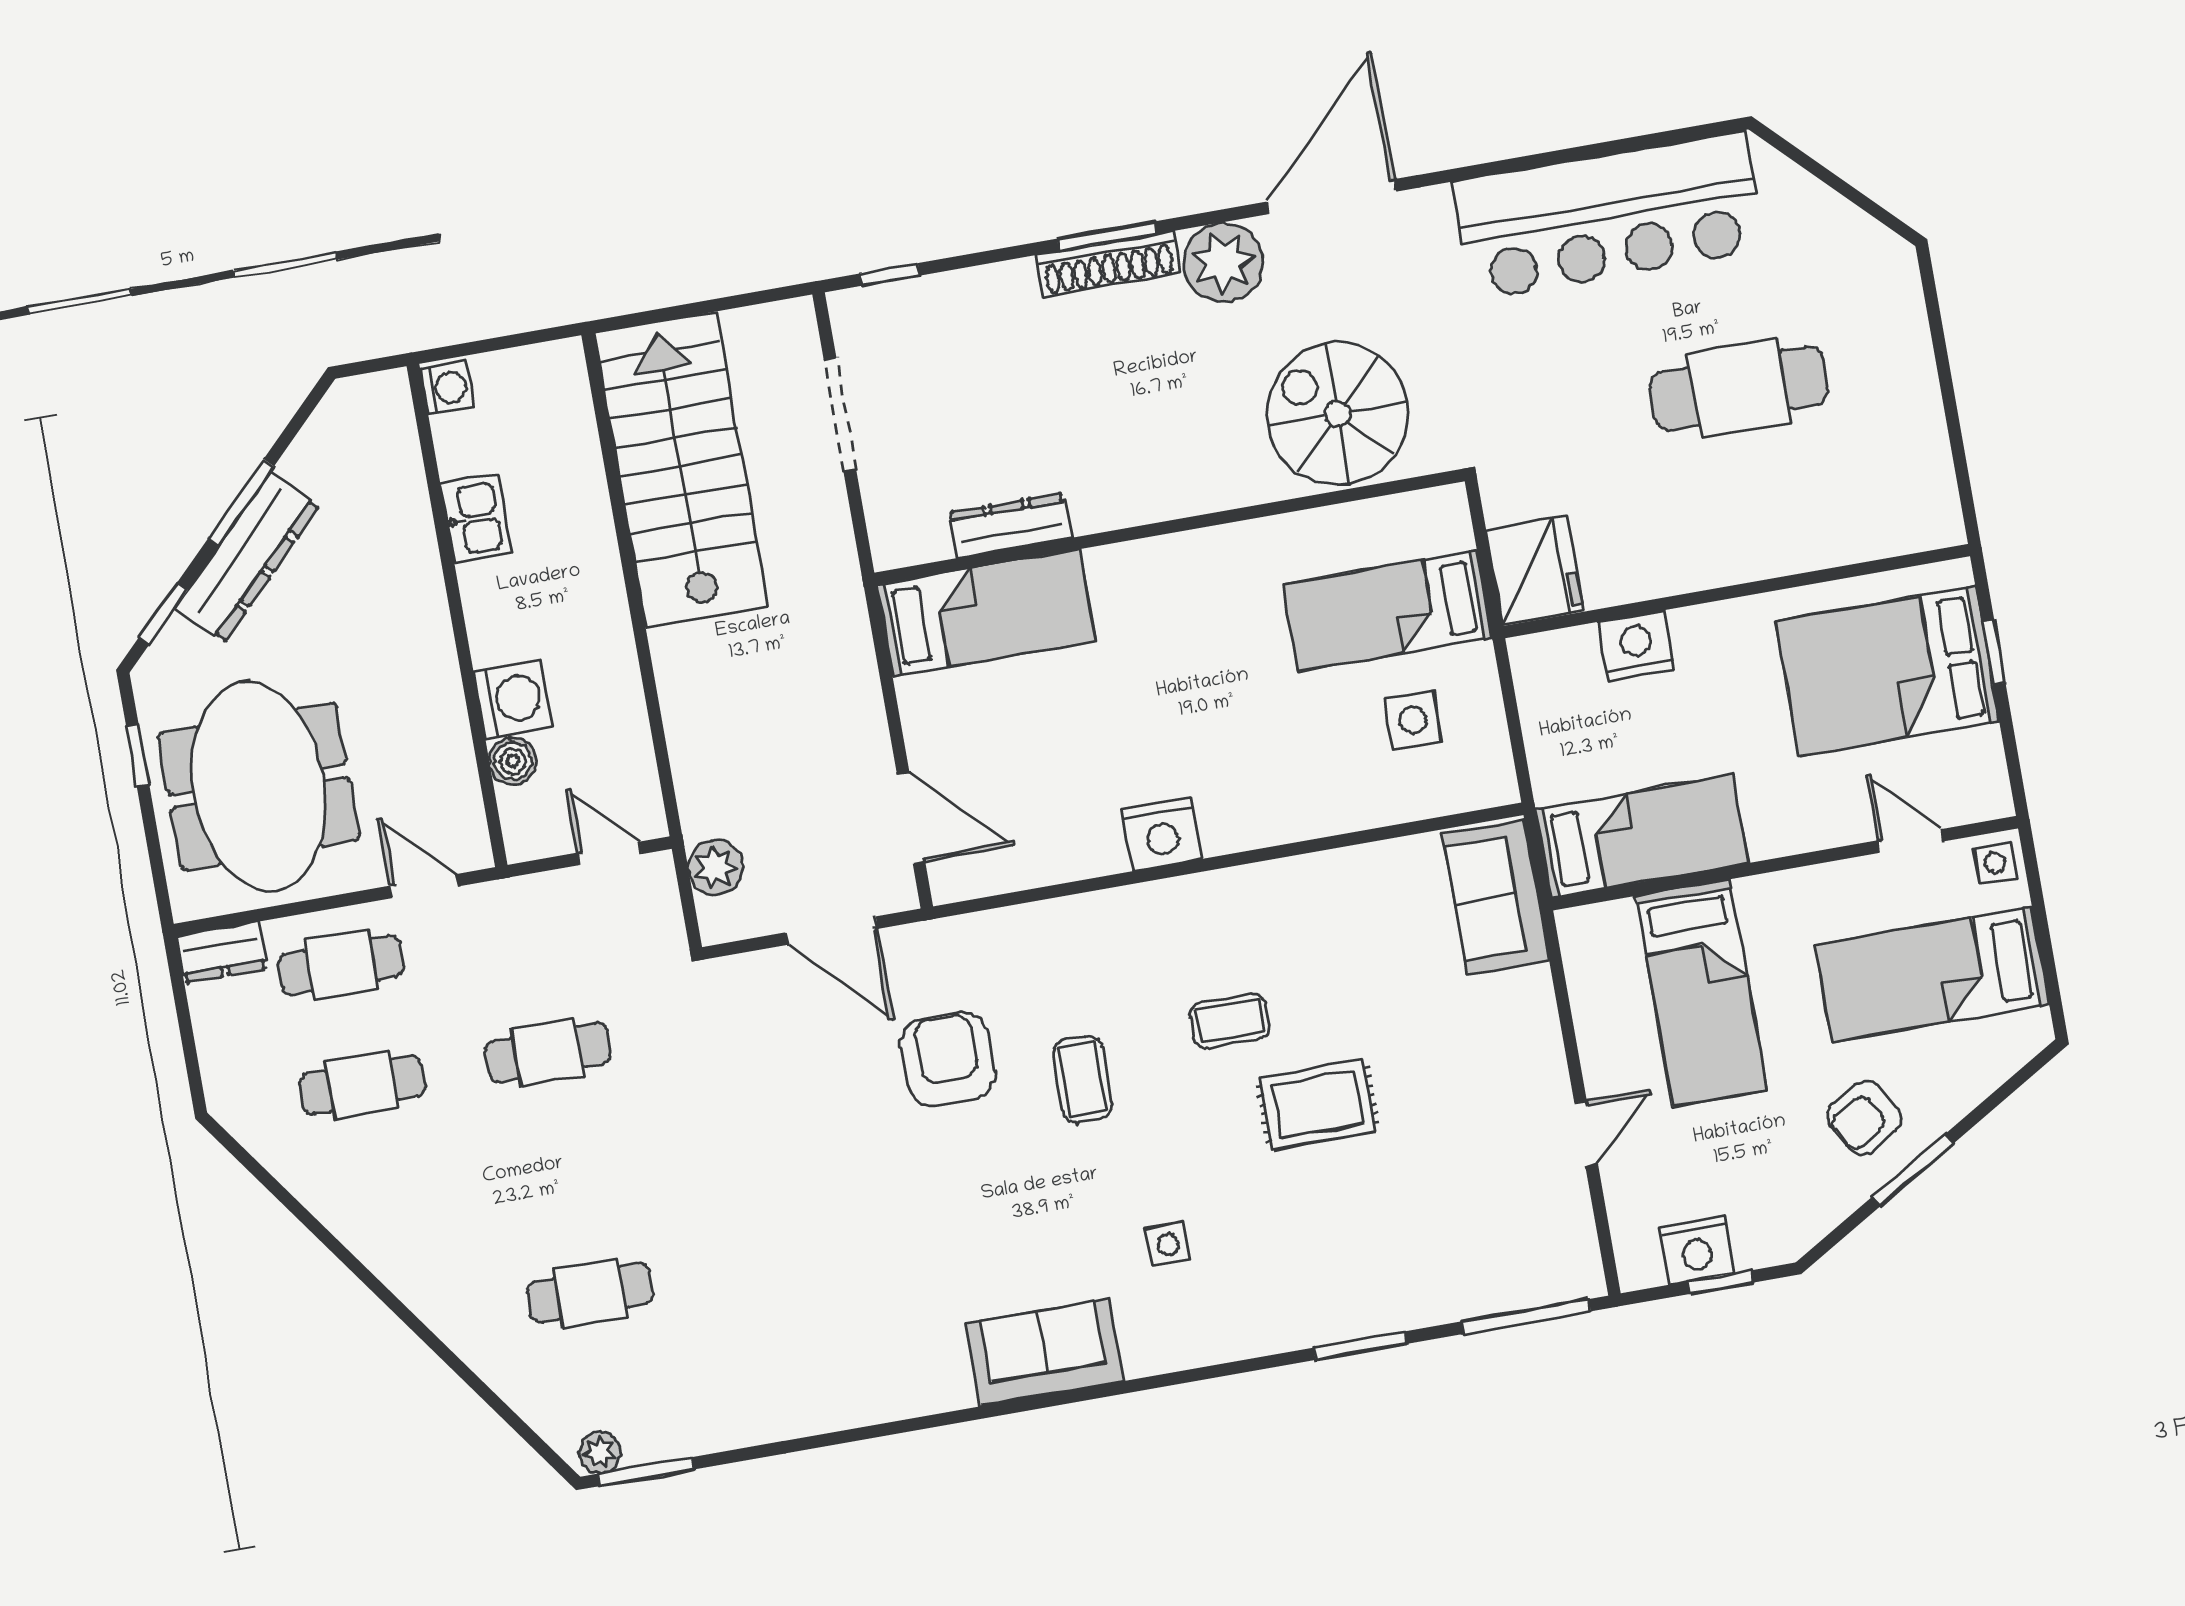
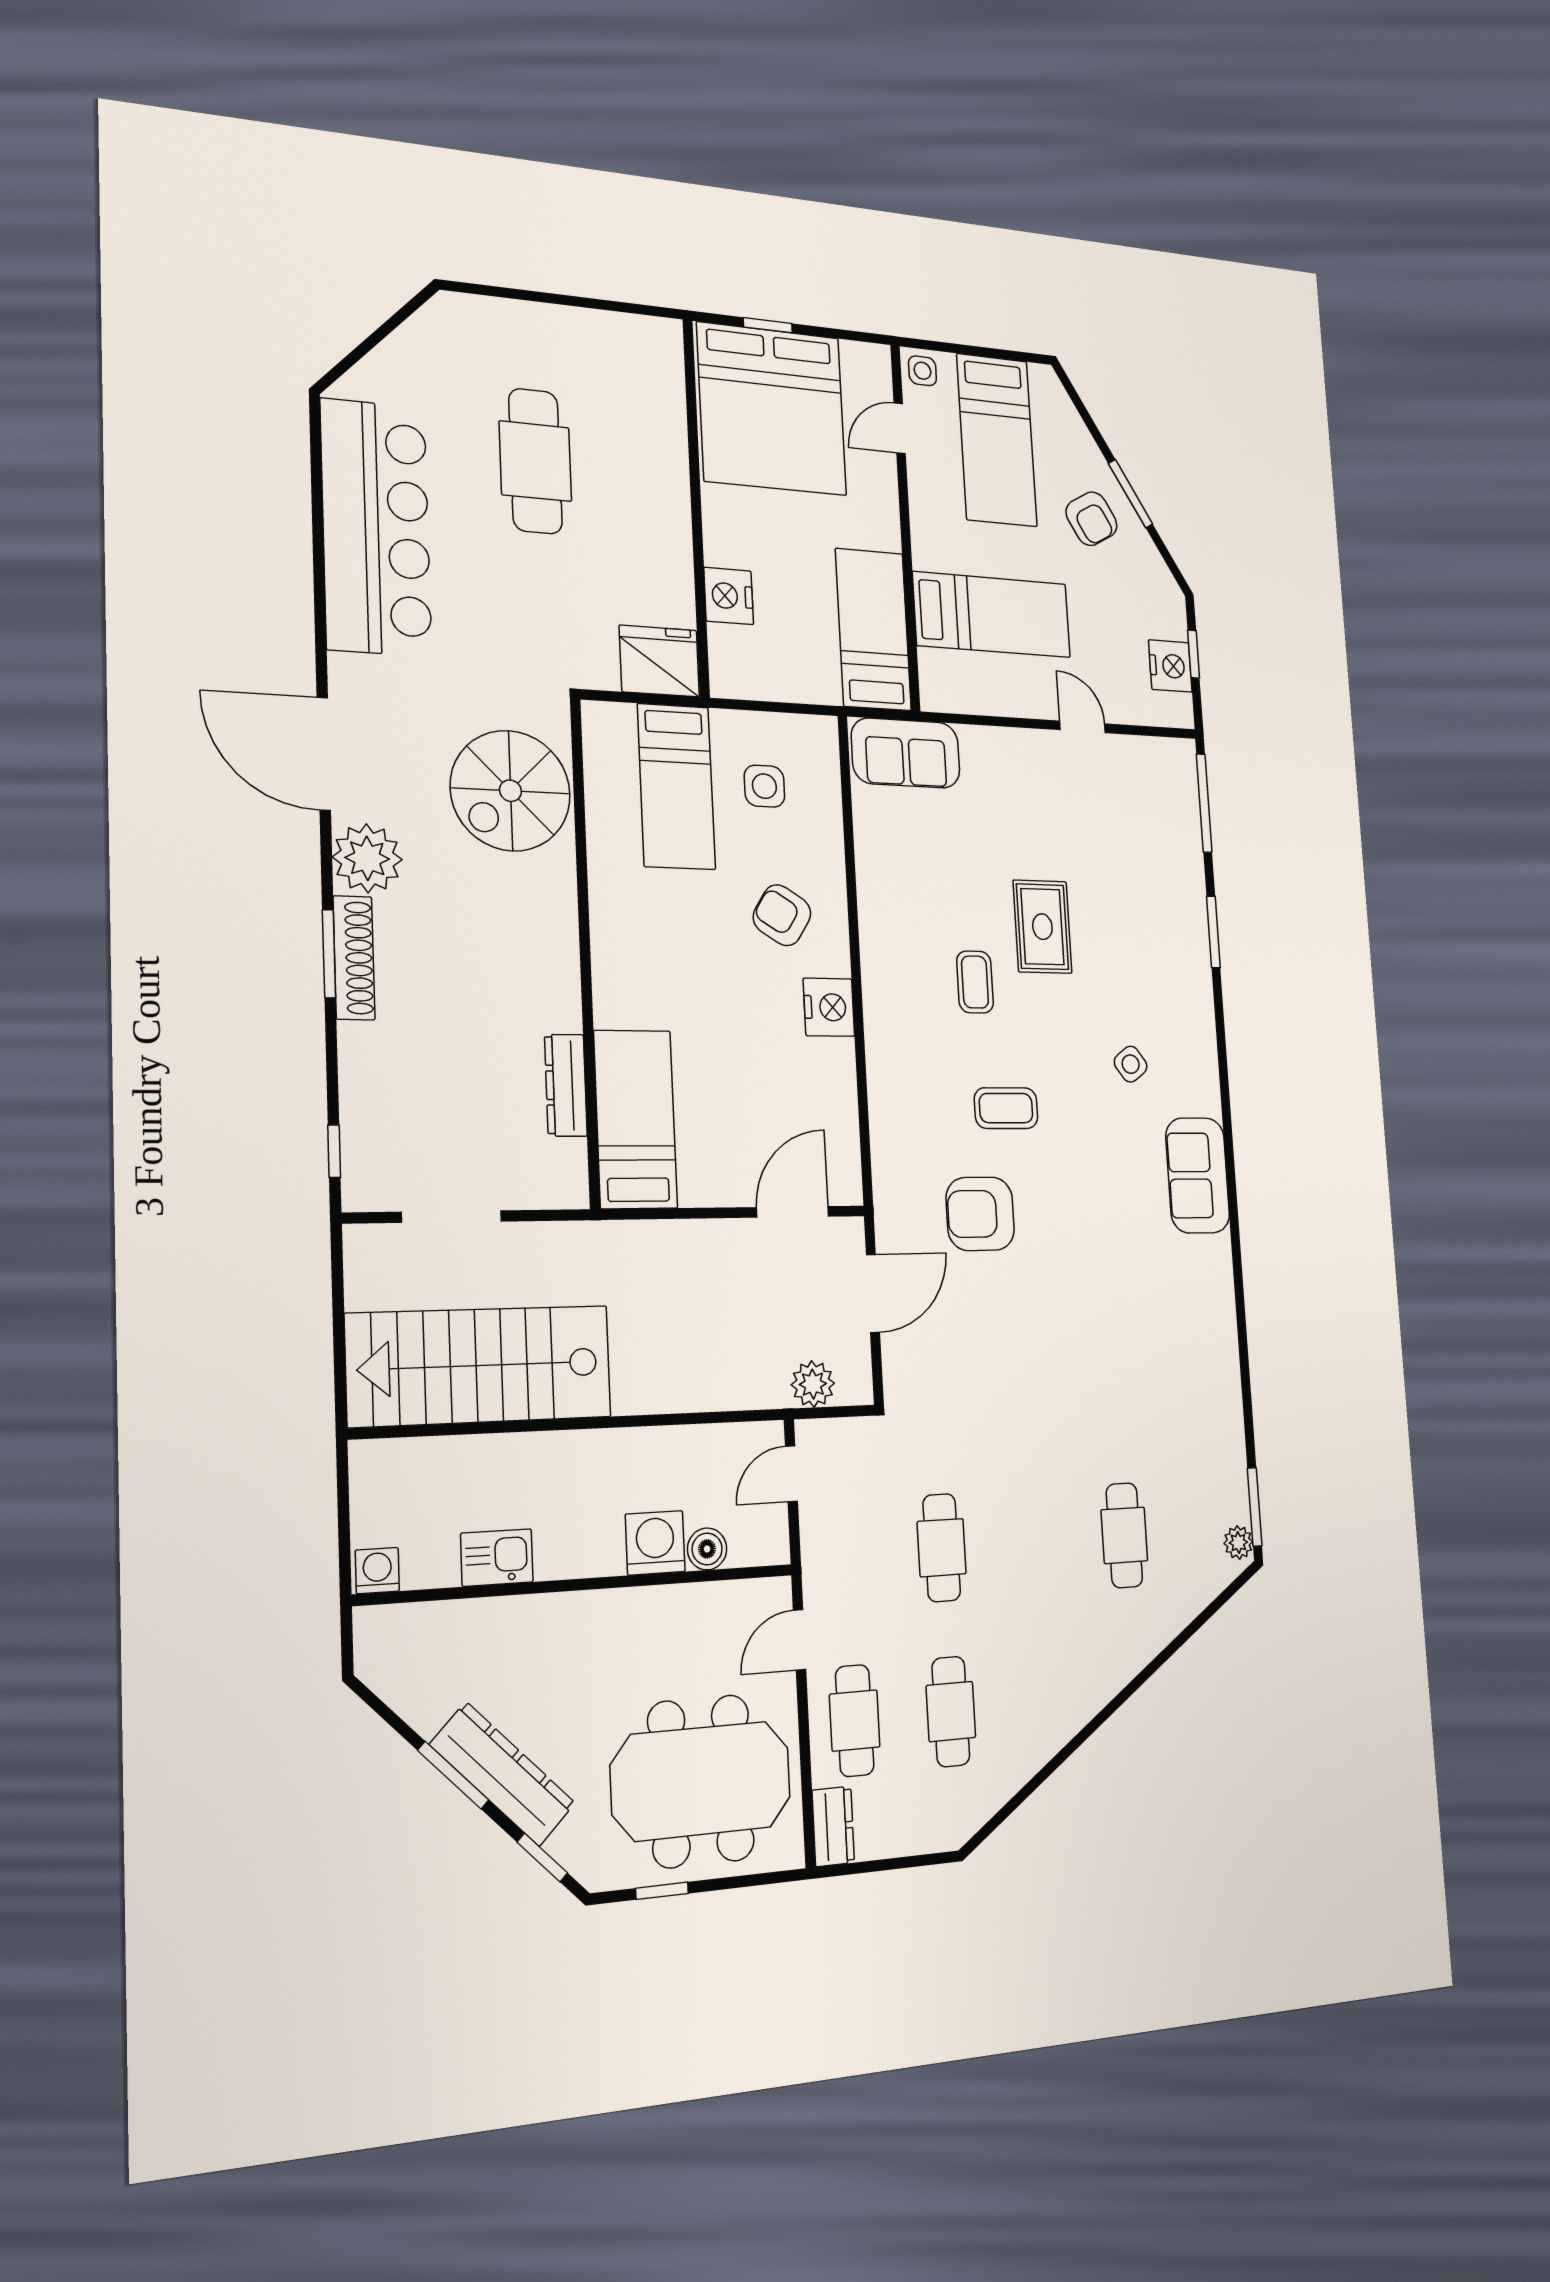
bed: (1887, 671) -> (772, 409), width x1.36
armchair: (1261, 761) -> (782, 915), added
side table: (1168, 1244) -> (1131, 1064), turned -36

